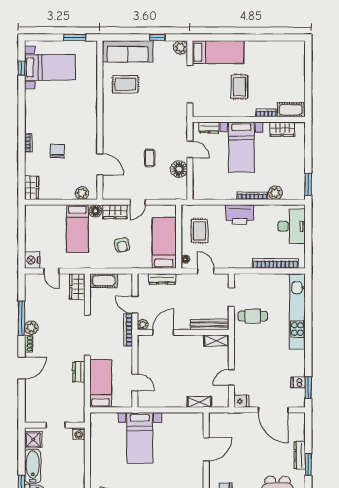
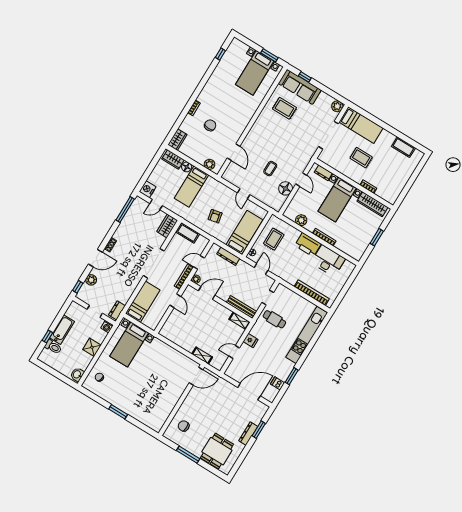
window: (157, 37) -> (305, 77), moved
bed with nightstands: (50, 67) -> (255, 73), moved, turned 90
rug: (239, 87) -> (361, 158), turned 90
cot: (291, 110) -> (403, 147), moved
wardrobe: (282, 129) -> (373, 204), width x1.50
window: (308, 184) -> (377, 237), moved
plant: (275, 193) -> (301, 220), moved
door: (138, 202) -> (244, 194), hinge flipped
floor lamp: (95, 211) -> (187, 167), moved
wardrobe: (115, 212) -> (173, 159), moved
desk: (292, 226) -> (328, 261), moved, turned -90
door: (51, 271) -> (156, 205), hinge flipped
door: (135, 305) -> (199, 262), hinge flipped
window: (22, 318) -> (125, 210), moved
plant: (31, 328) -> (91, 280), moved
dresser: (79, 372) -> (117, 310), moved
door: (135, 382) -> (175, 301), moved
window: (308, 388) -> (292, 376), moved
fridge: (241, 401) -> (251, 341), moved
window: (22, 410) -> (78, 287), added
door: (273, 410) -> (249, 392), swing flipped
bed with nightstands: (140, 438) -> (129, 344), moved
shower: (33, 440) -> (92, 347), moved
door: (206, 449) -> (196, 376), moved
window: (308, 465) -> (259, 430), moved

